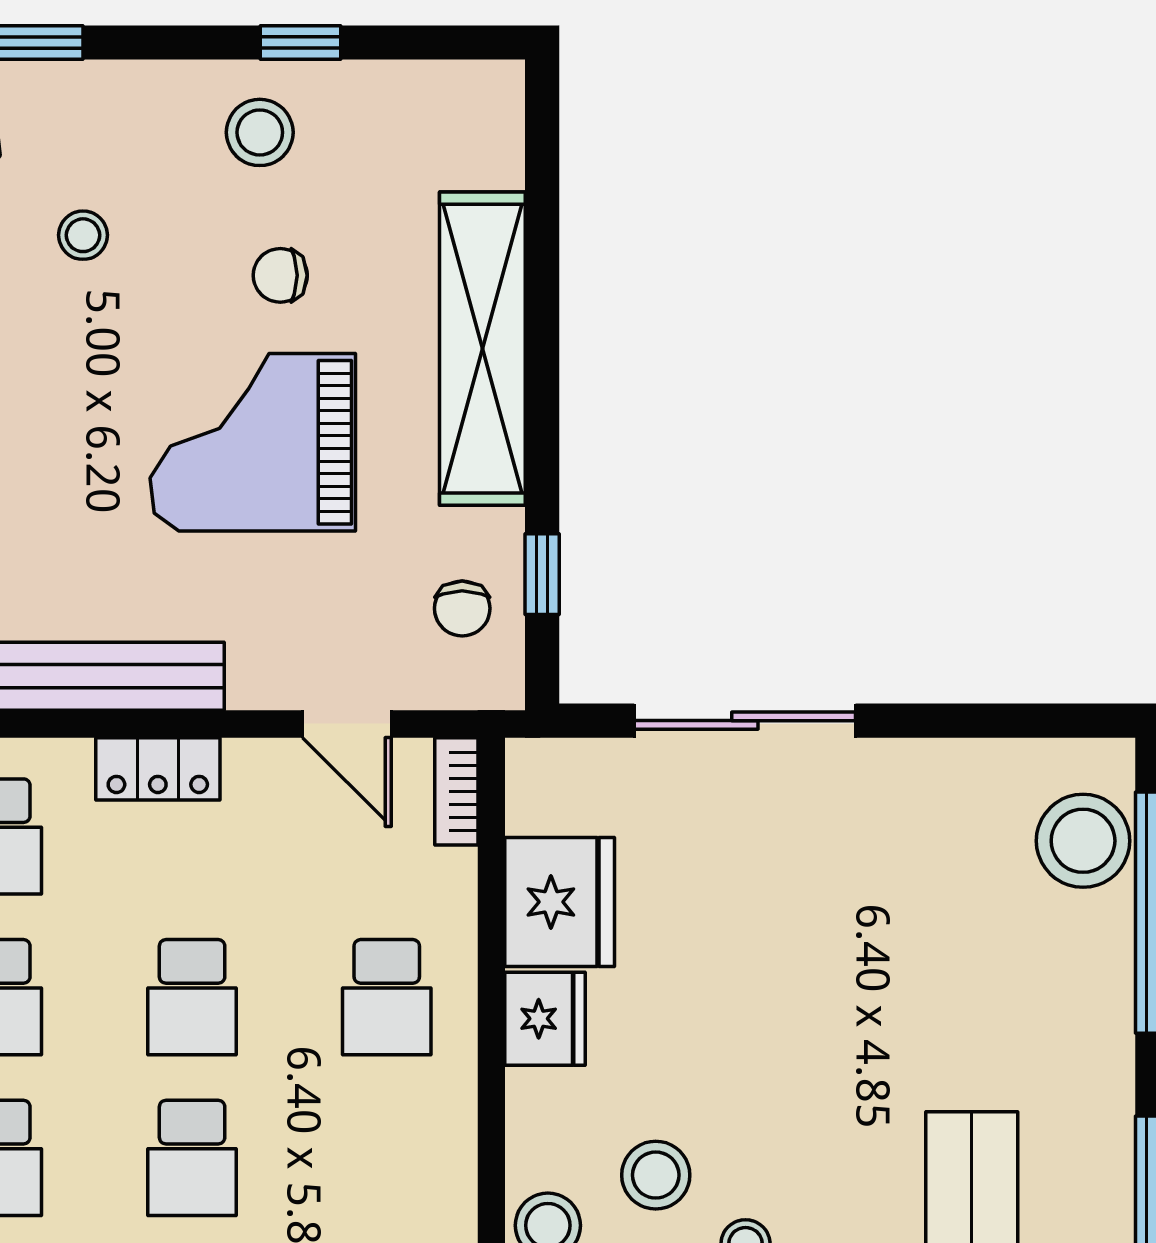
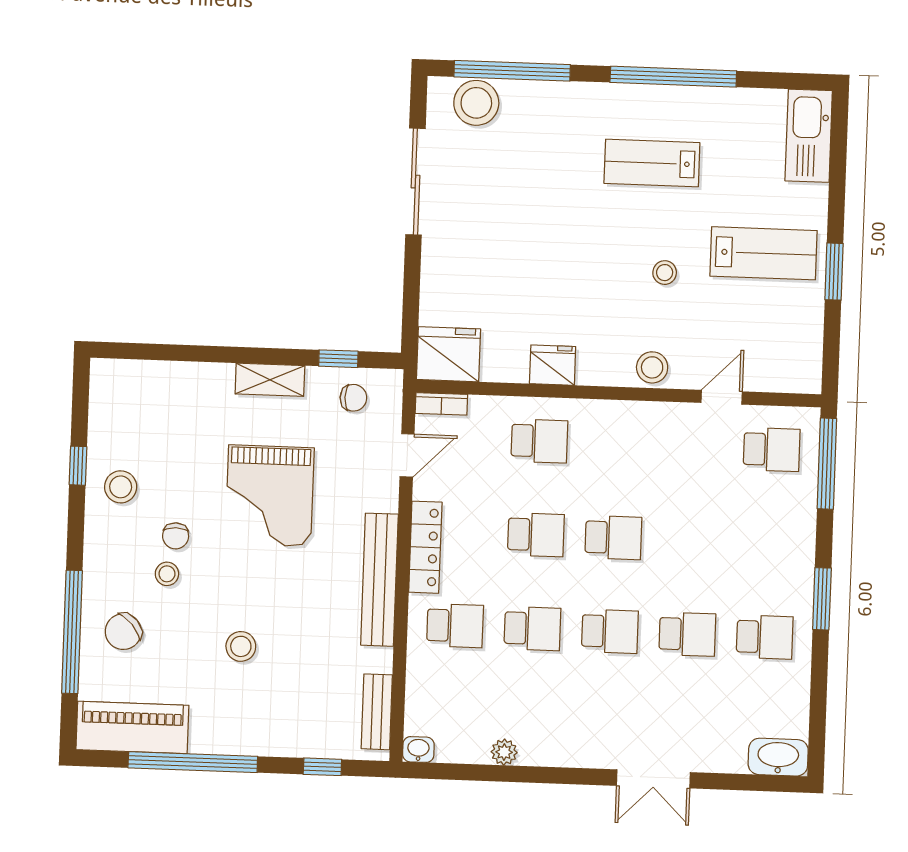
chair: (280, 275) -> (176, 536), moved
shelving: (482, 349) -> (270, 380), width x0.45, depth x0.75
sliding door: (745, 721) -> (415, 182), moved
locker: (158, 769) -> (425, 547), width x1.53
fridge: (560, 902) -> (448, 354), moved
stool: (656, 1175) -> (630, 315), removed

